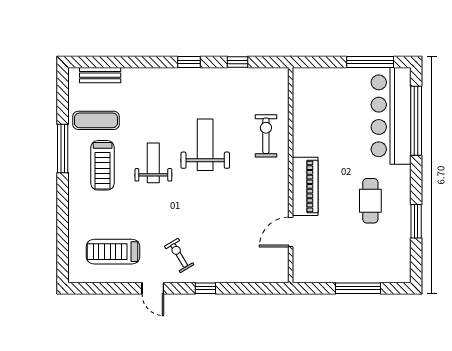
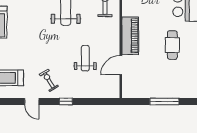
weight bench: (153, 163) -> (85, 58), moved

